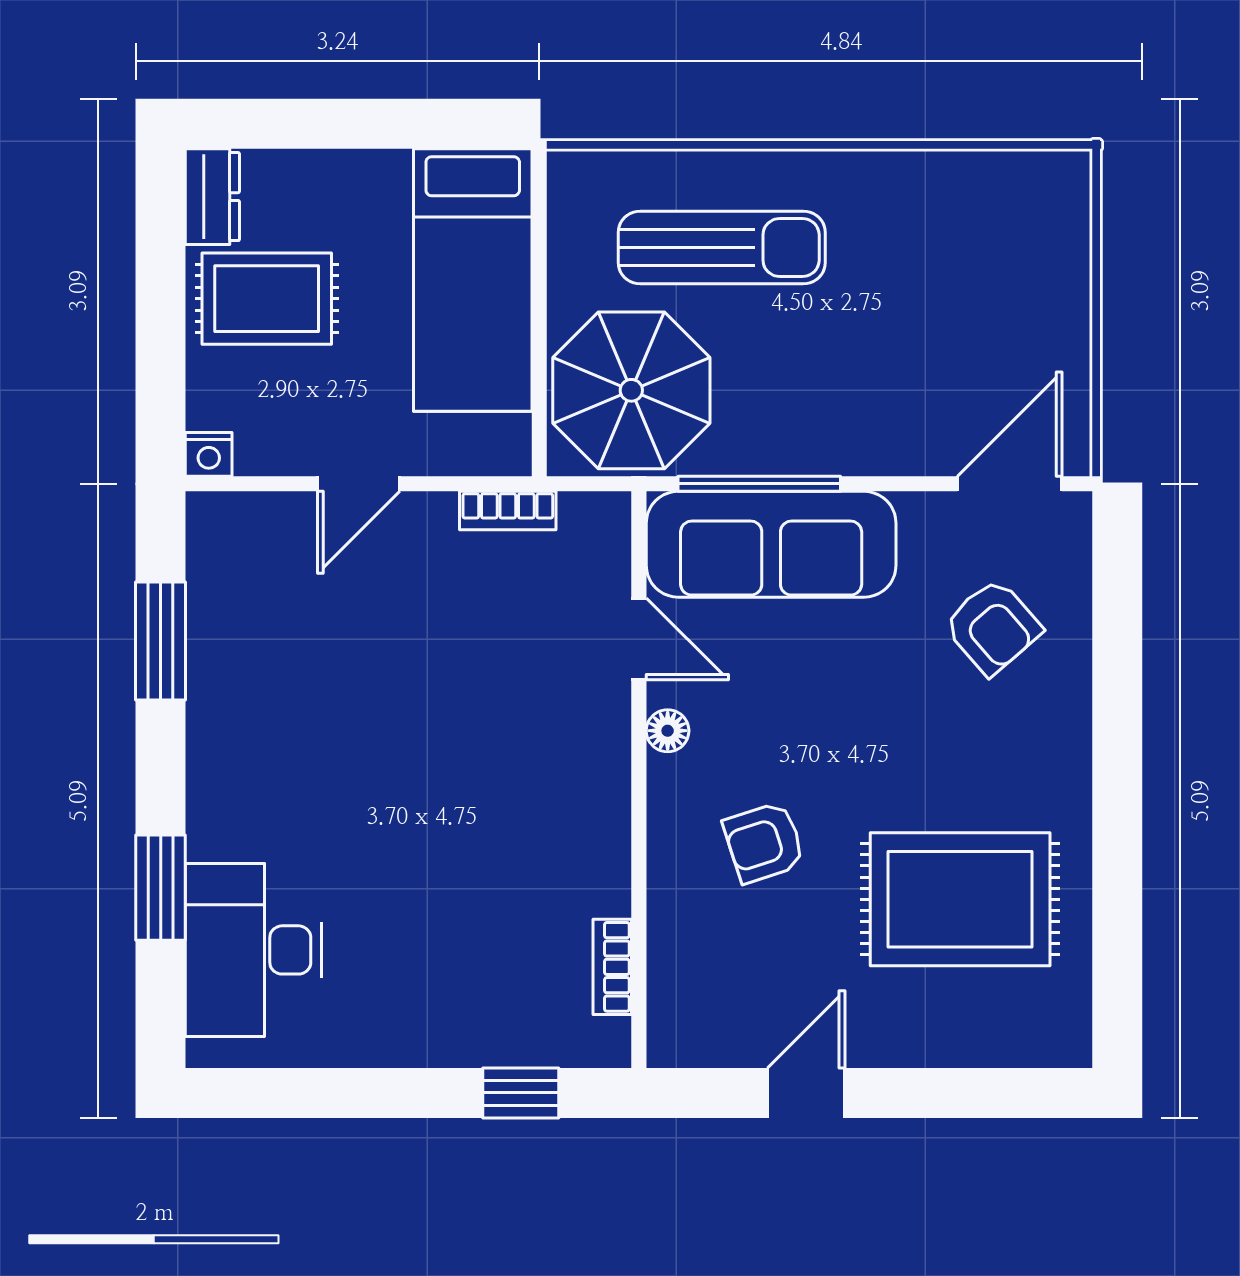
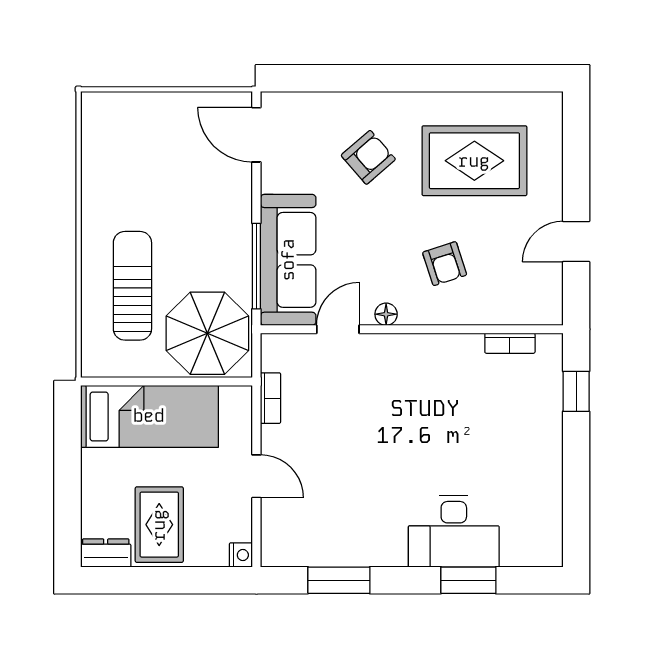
armchair: (993, 627) -> (368, 157), moved
rug: (960, 899) -> (474, 161), turned 90
desk: (254, 950) -> (454, 532), moved
door: (806, 1093) -> (576, 242), hinge flipped

